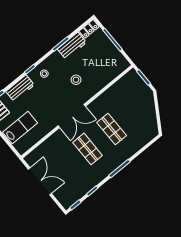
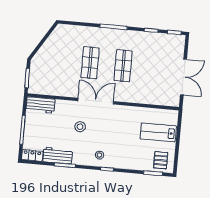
workbench: (20, 88) -> (40, 105), moved, turned 180
double door: (72, 116) -> (96, 101), moved
double door: (40, 181) -> (183, 77), swing flipped

